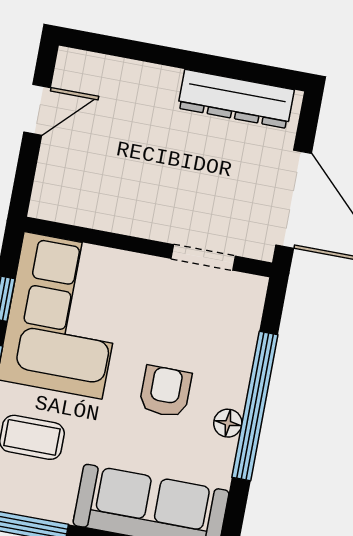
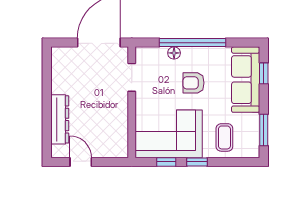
dresser: (236, 99) -> (60, 119), moved
floor lamp: (228, 423) -> (174, 53), moved

